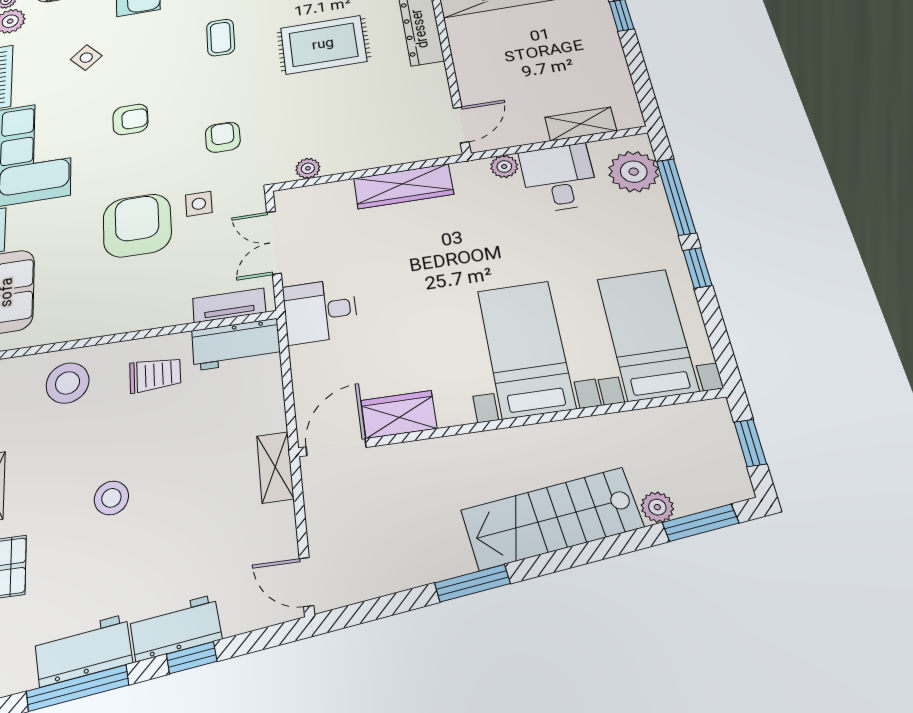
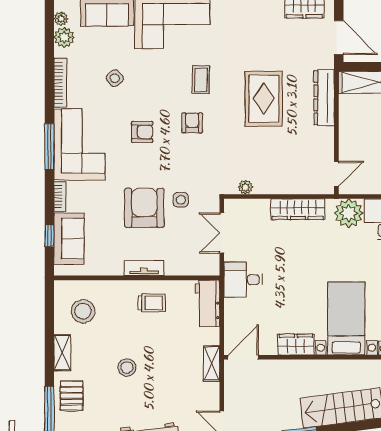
rug: (323, 45) -> (264, 99), turned 90
armchair: (223, 137) -> (192, 123), moved
plant: (504, 166) -> (349, 213), width x1.88, depth x1.88
tv unit: (229, 305) -> (144, 268), moved
workbench: (236, 344) -> (207, 303), moved, turned 90
stool: (68, 383) -> (83, 311), moved
wardrobe: (399, 414) -> (296, 345), moved

